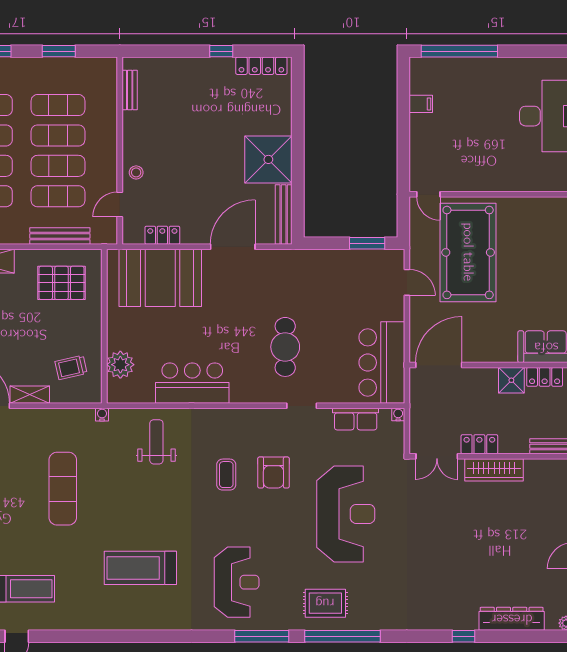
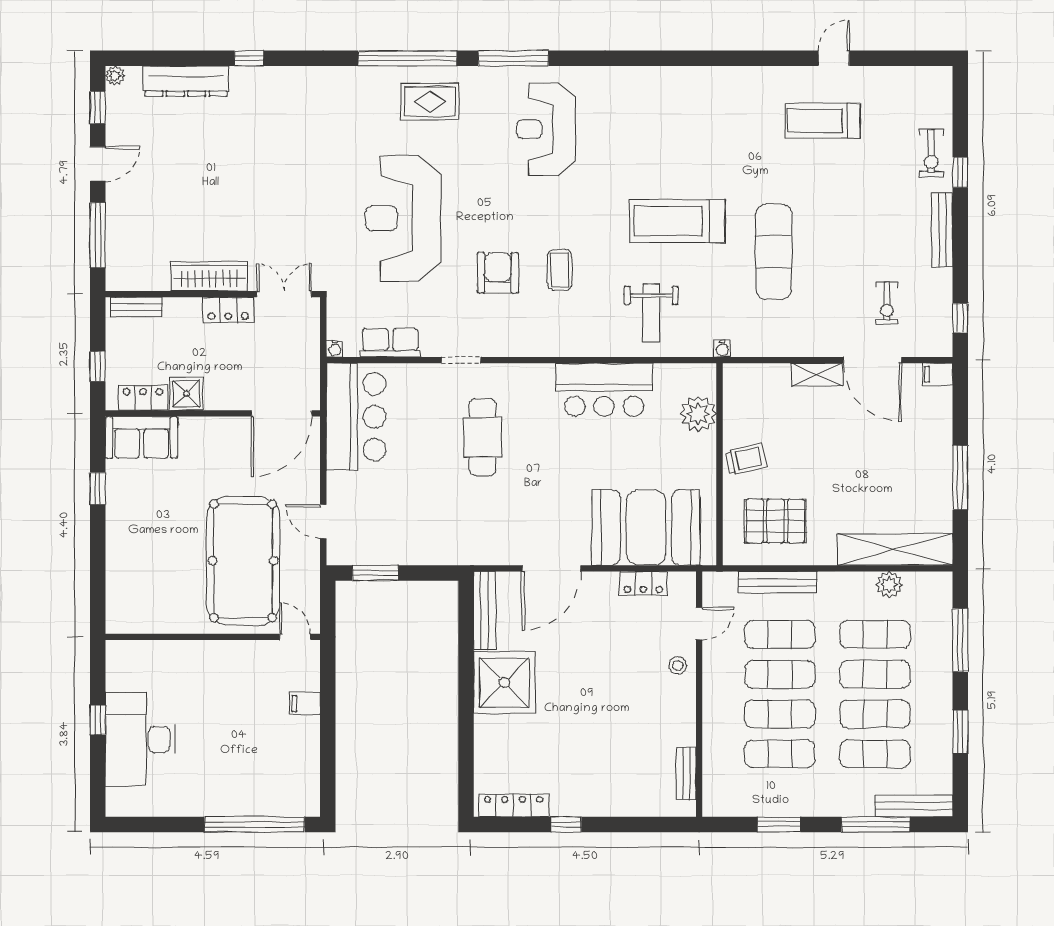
filing cabinet: (421, 104) -> (305, 704), moved
trolley: (71, 367) -> (746, 459), moved
treadmill: (140, 568) -> (677, 221), moved, turned 180

